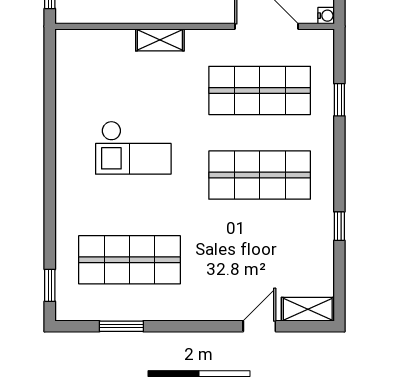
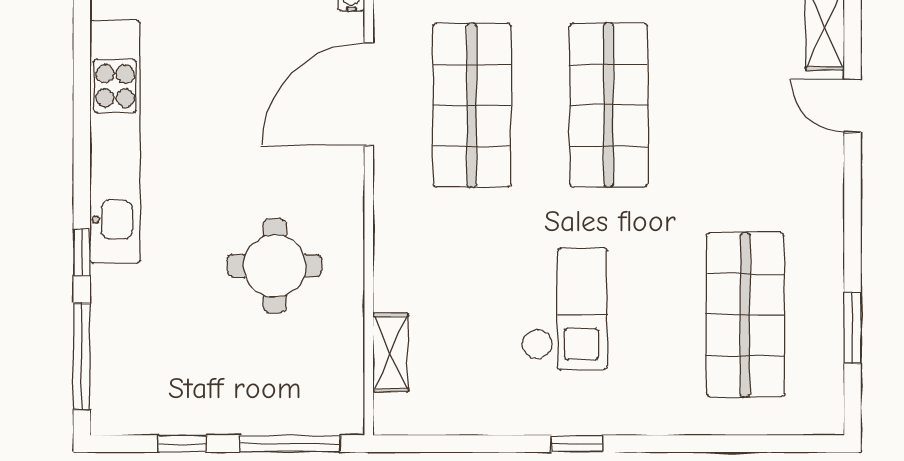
shelving: (160, 40) -> (391, 352), moved
window: (50, 285) -> (577, 444), moved

